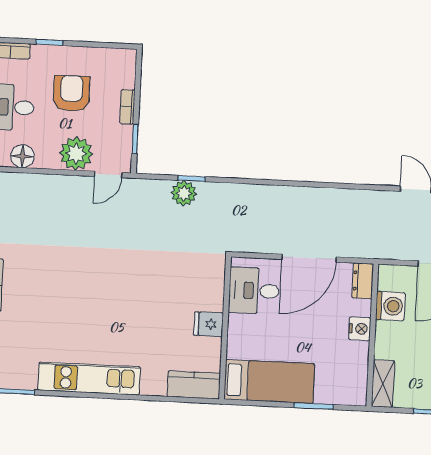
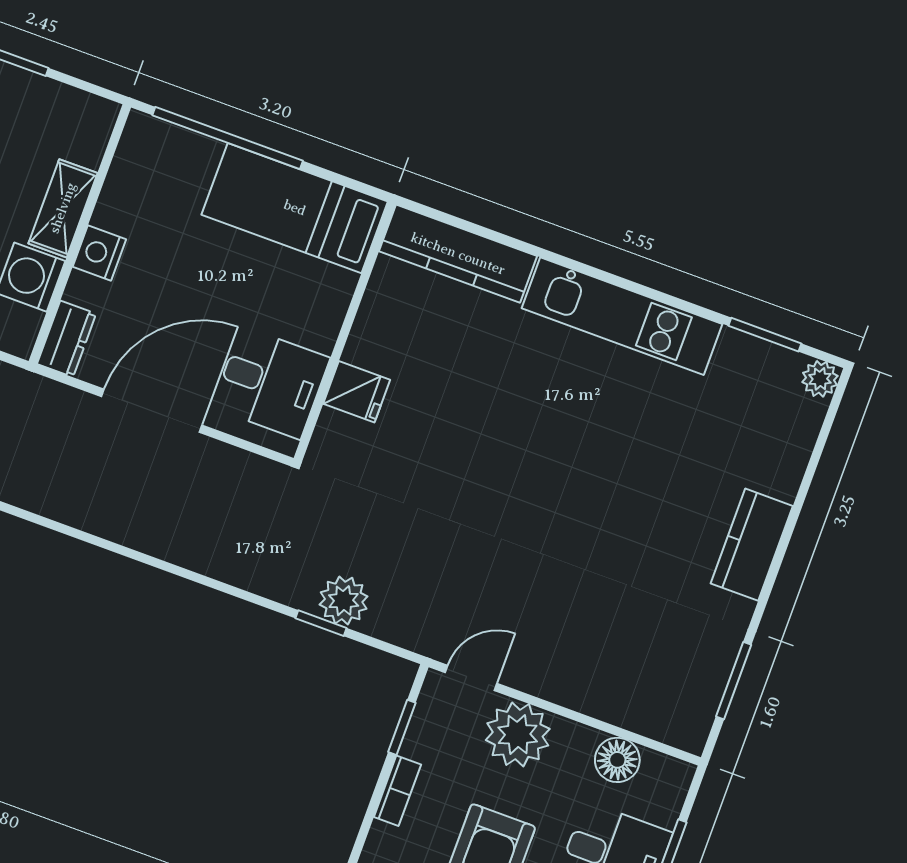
fridge: (209, 324) -> (357, 392), moved
shelving: (383, 384) -> (63, 208), moved
kitchen counter: (194, 385) -> (458, 254), width x1.50
window: (314, 406) -> (228, 138), width x2.11

